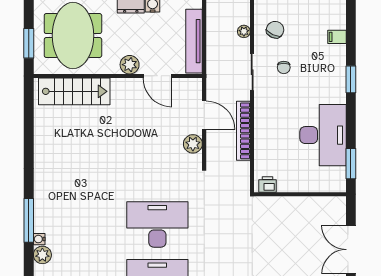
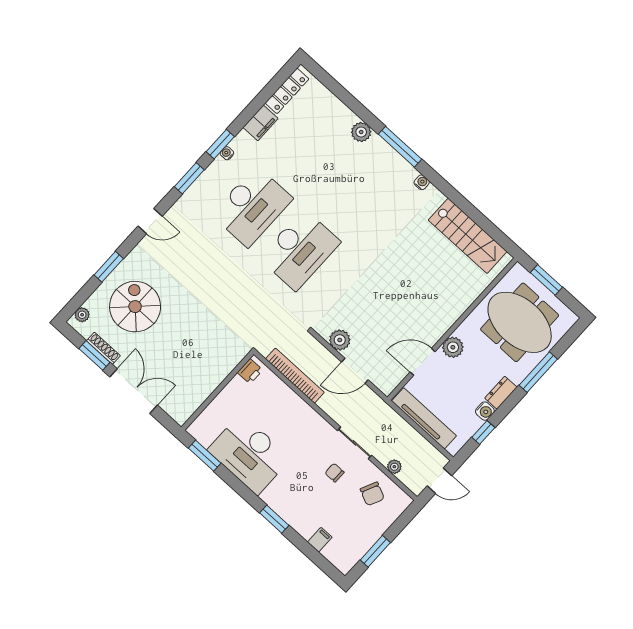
stairs: (74, 91) -> (468, 236), moved, turned -90
bookcase: (243, 131) -> (295, 376), moved
water cooler: (39, 239) -> (422, 182), moved

